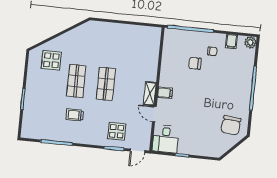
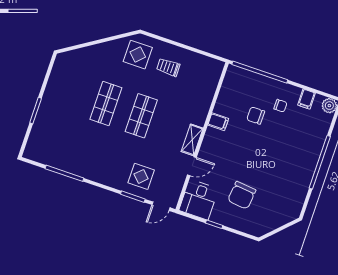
display table: (51, 60) -> (138, 55), moved
filing cabinet: (165, 93) -> (218, 122), moved
door: (154, 114) -> (192, 166), swing flipped
trolley: (75, 115) -> (168, 67), moved
chair: (231, 125) -> (242, 195), moved

